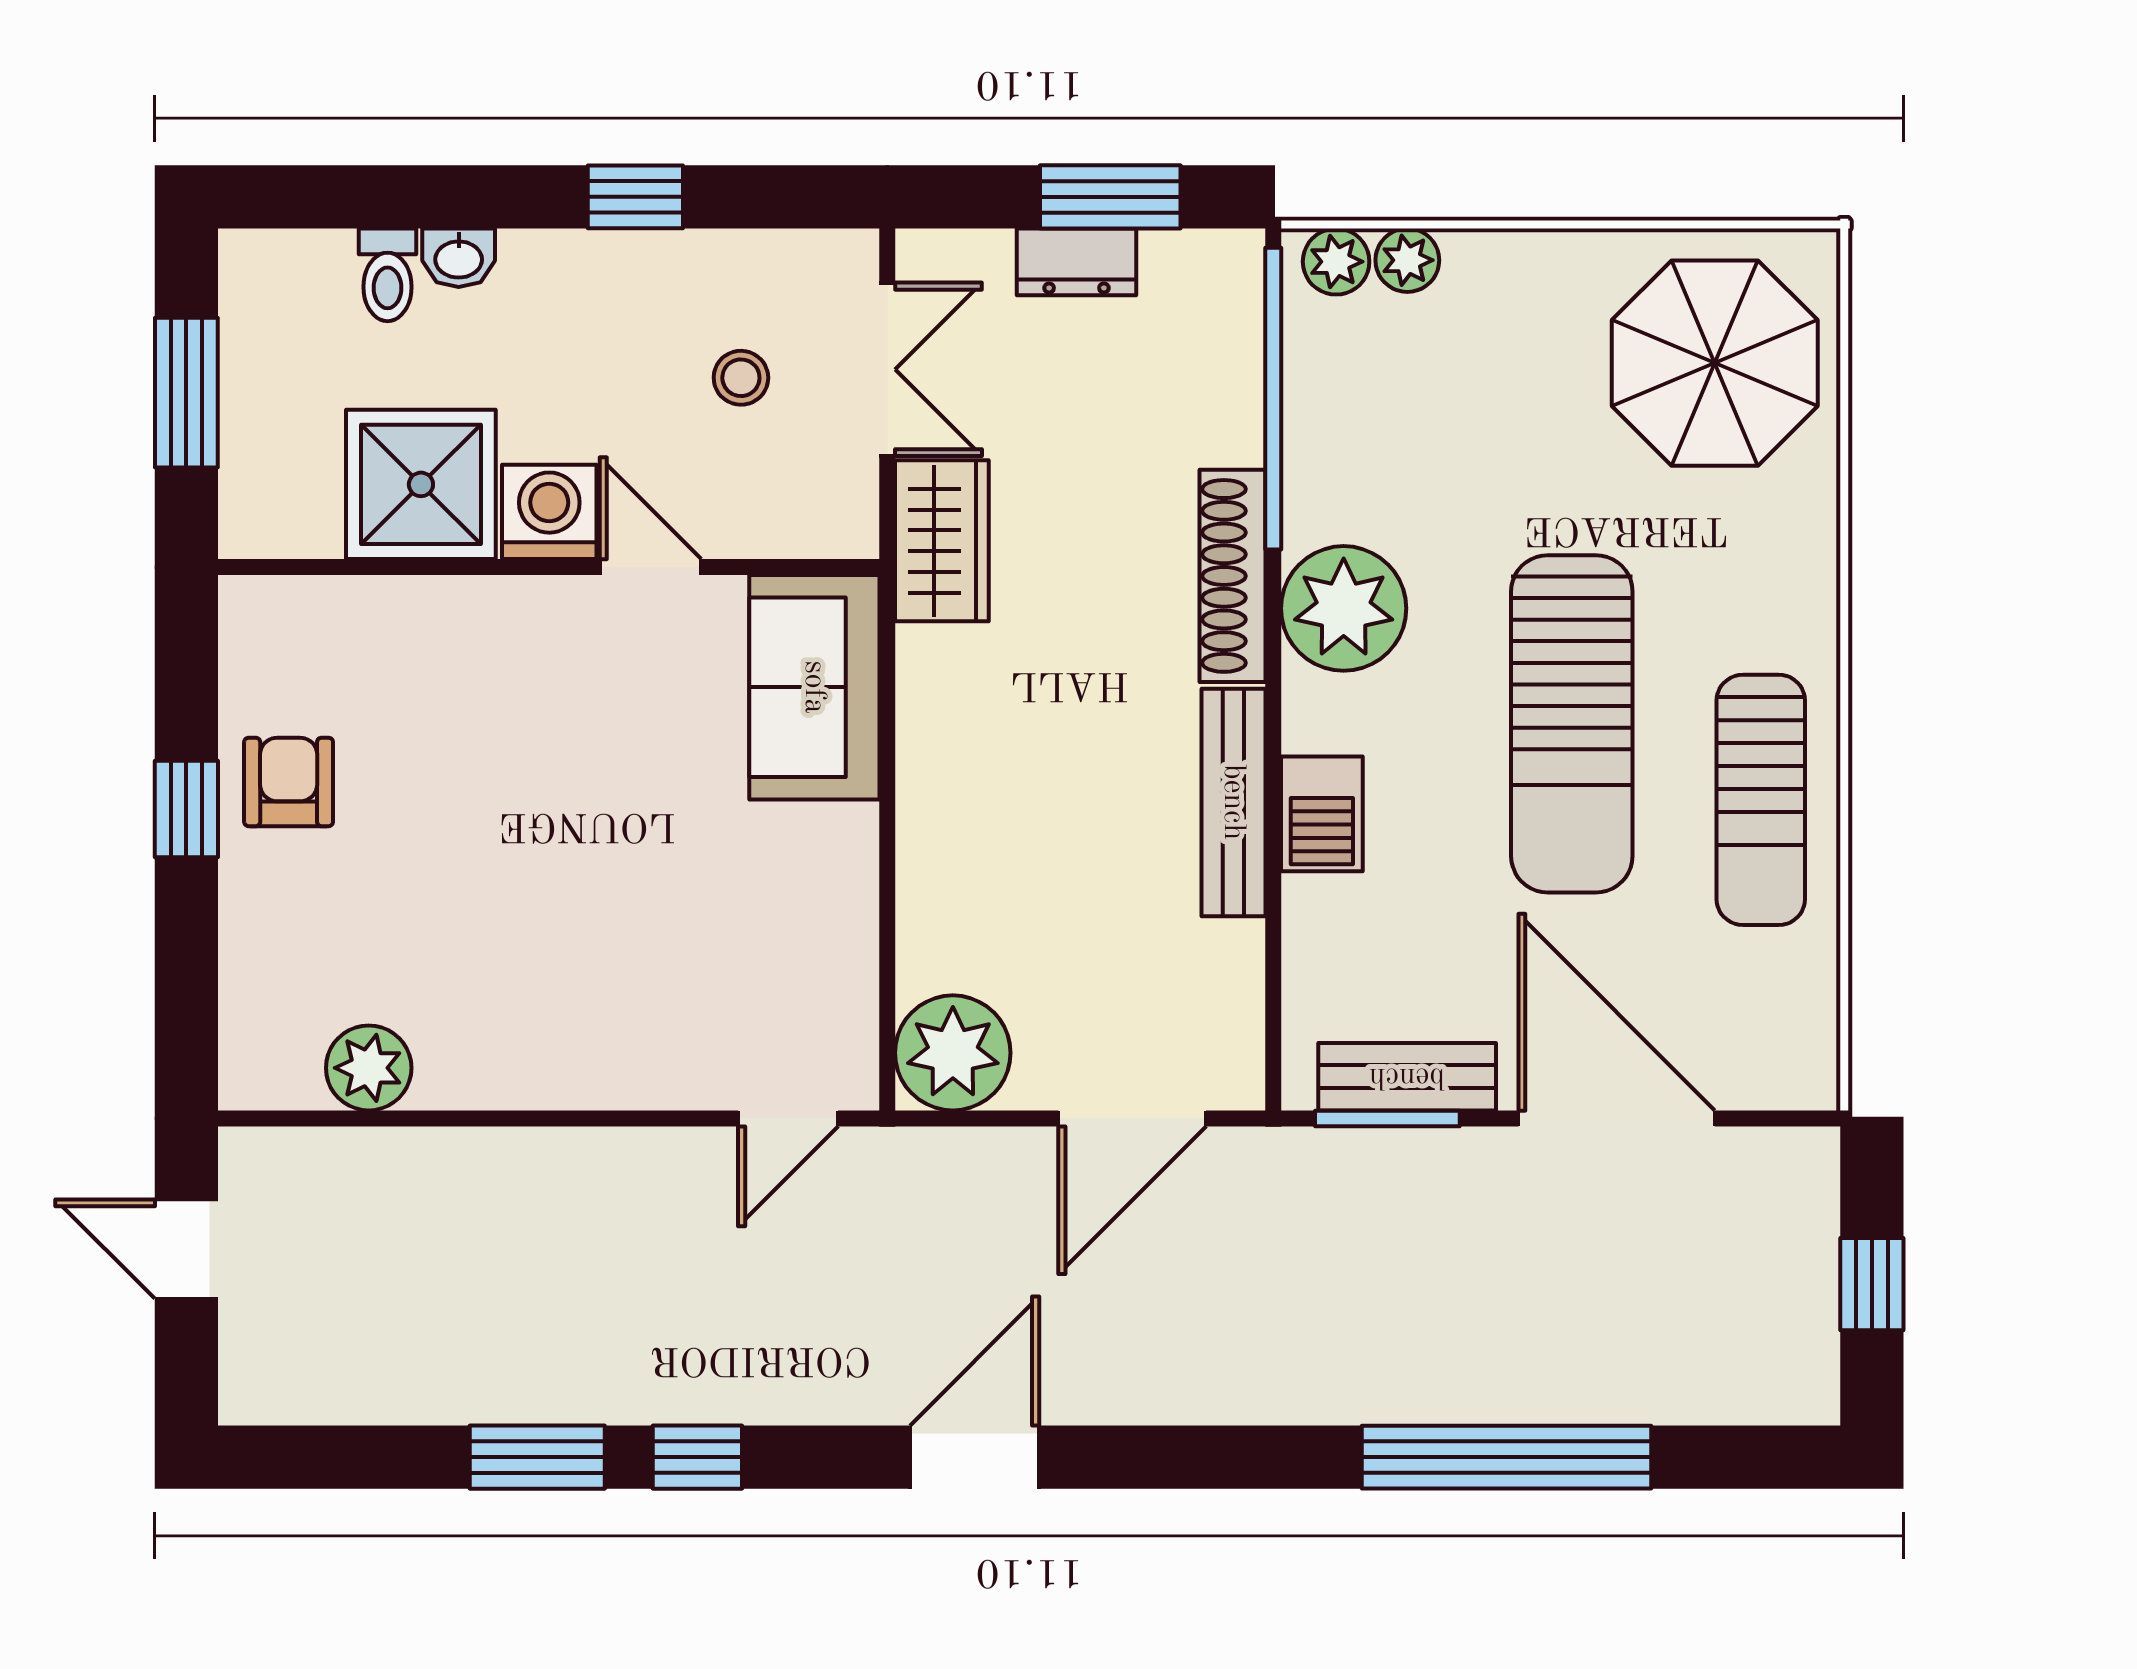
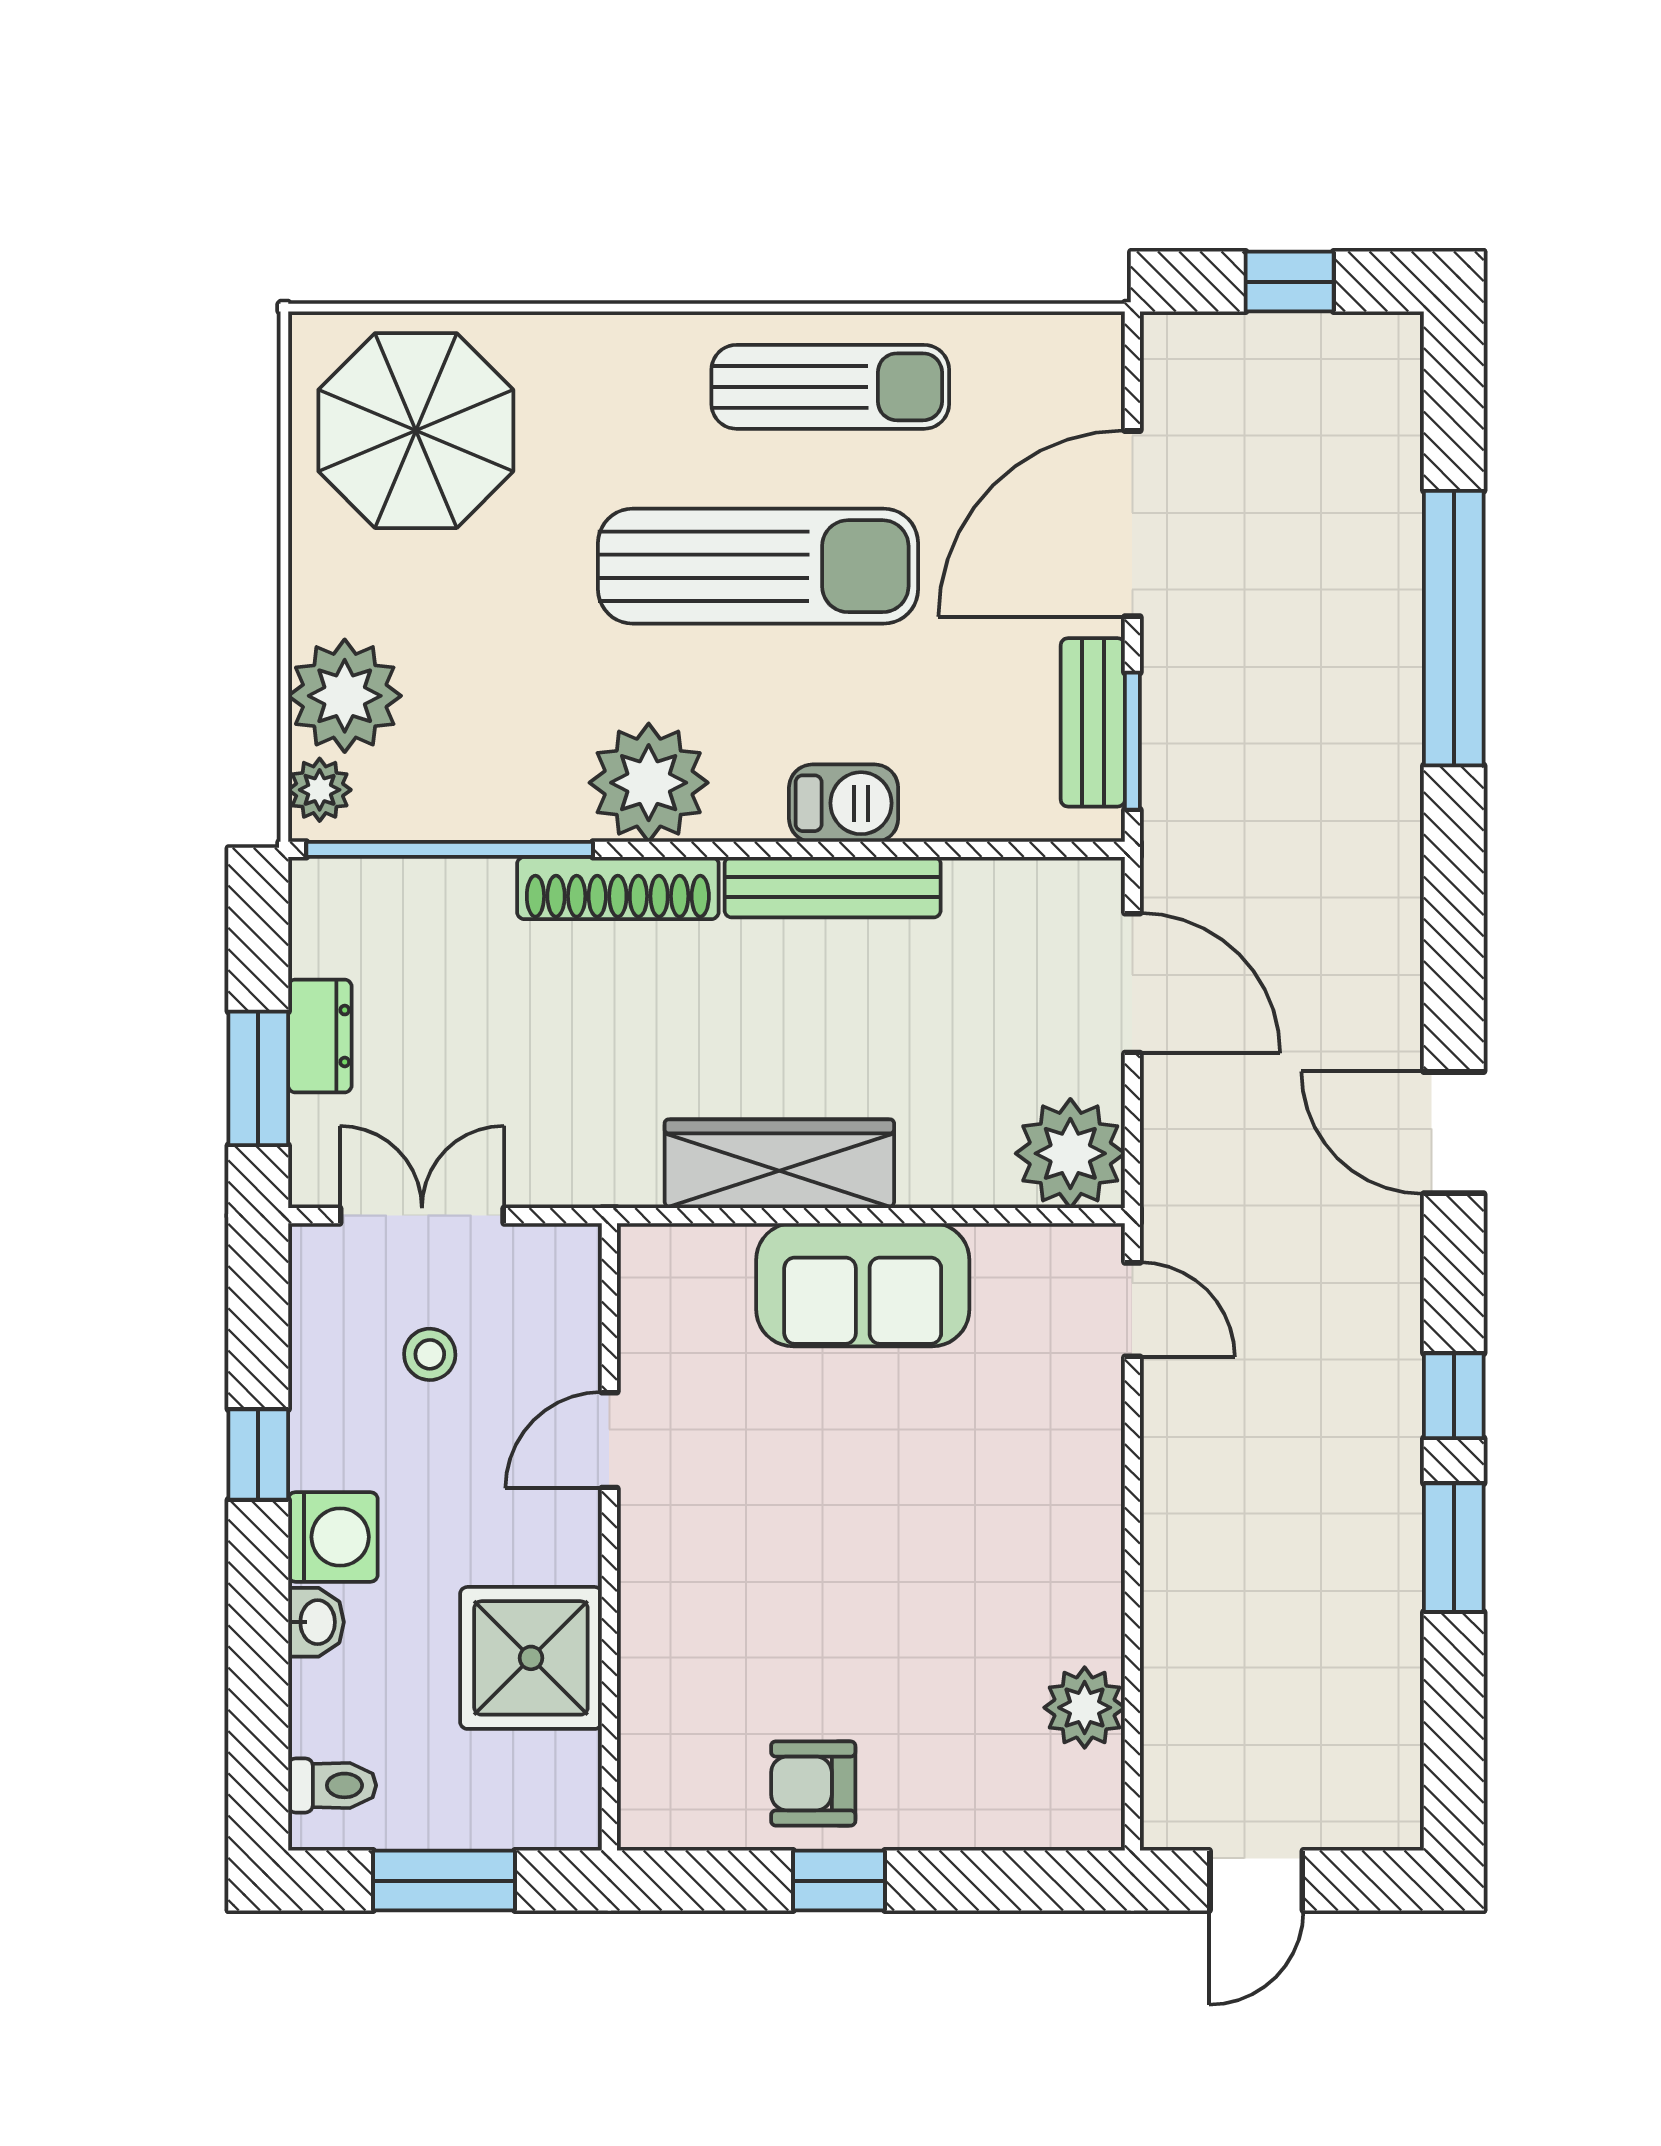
window: (1110, 197) -> (258, 1078), moved
plant: (1407, 260) -> (345, 696), width x1.88, depth x1.88
toilet: (388, 275) -> (332, 1785), moved
washing machine: (549, 512) -> (333, 1537), moved, turned 180
wardrobe: (942, 541) -> (779, 1164), moved, width x1.50
sofa: (814, 687) -> (863, 1285), moved

